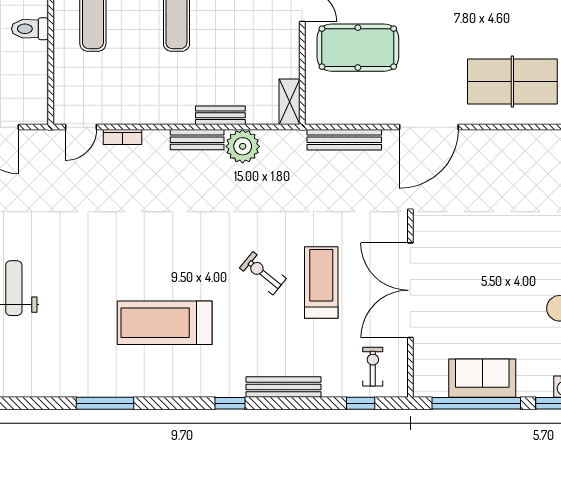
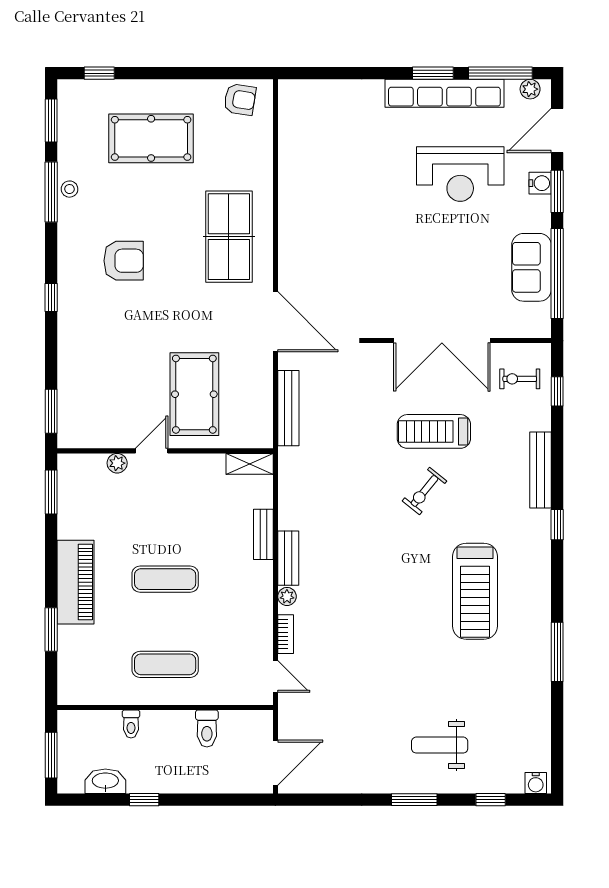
toilet: (30, 29) -> (207, 729), moved
plant: (243, 146) -> (287, 596), moved, width x0.53, depth x0.53

